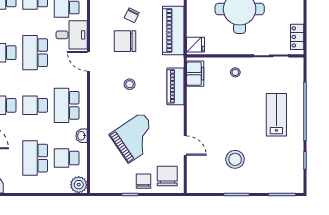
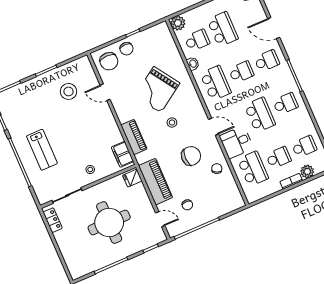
chair: (132, 15) -> (217, 169), moved
grand piano: (135, 138) -> (157, 90), moved
stool: (235, 159) -> (68, 91), moved

